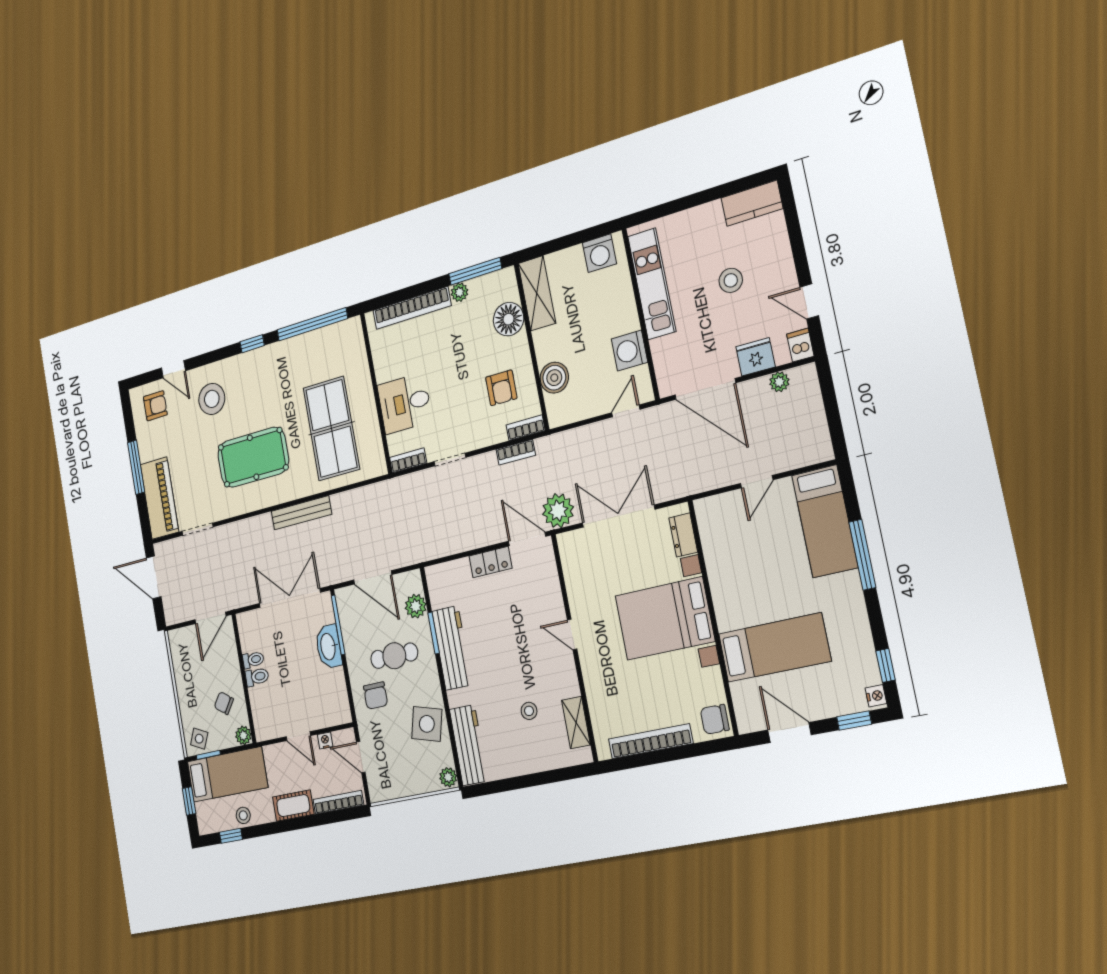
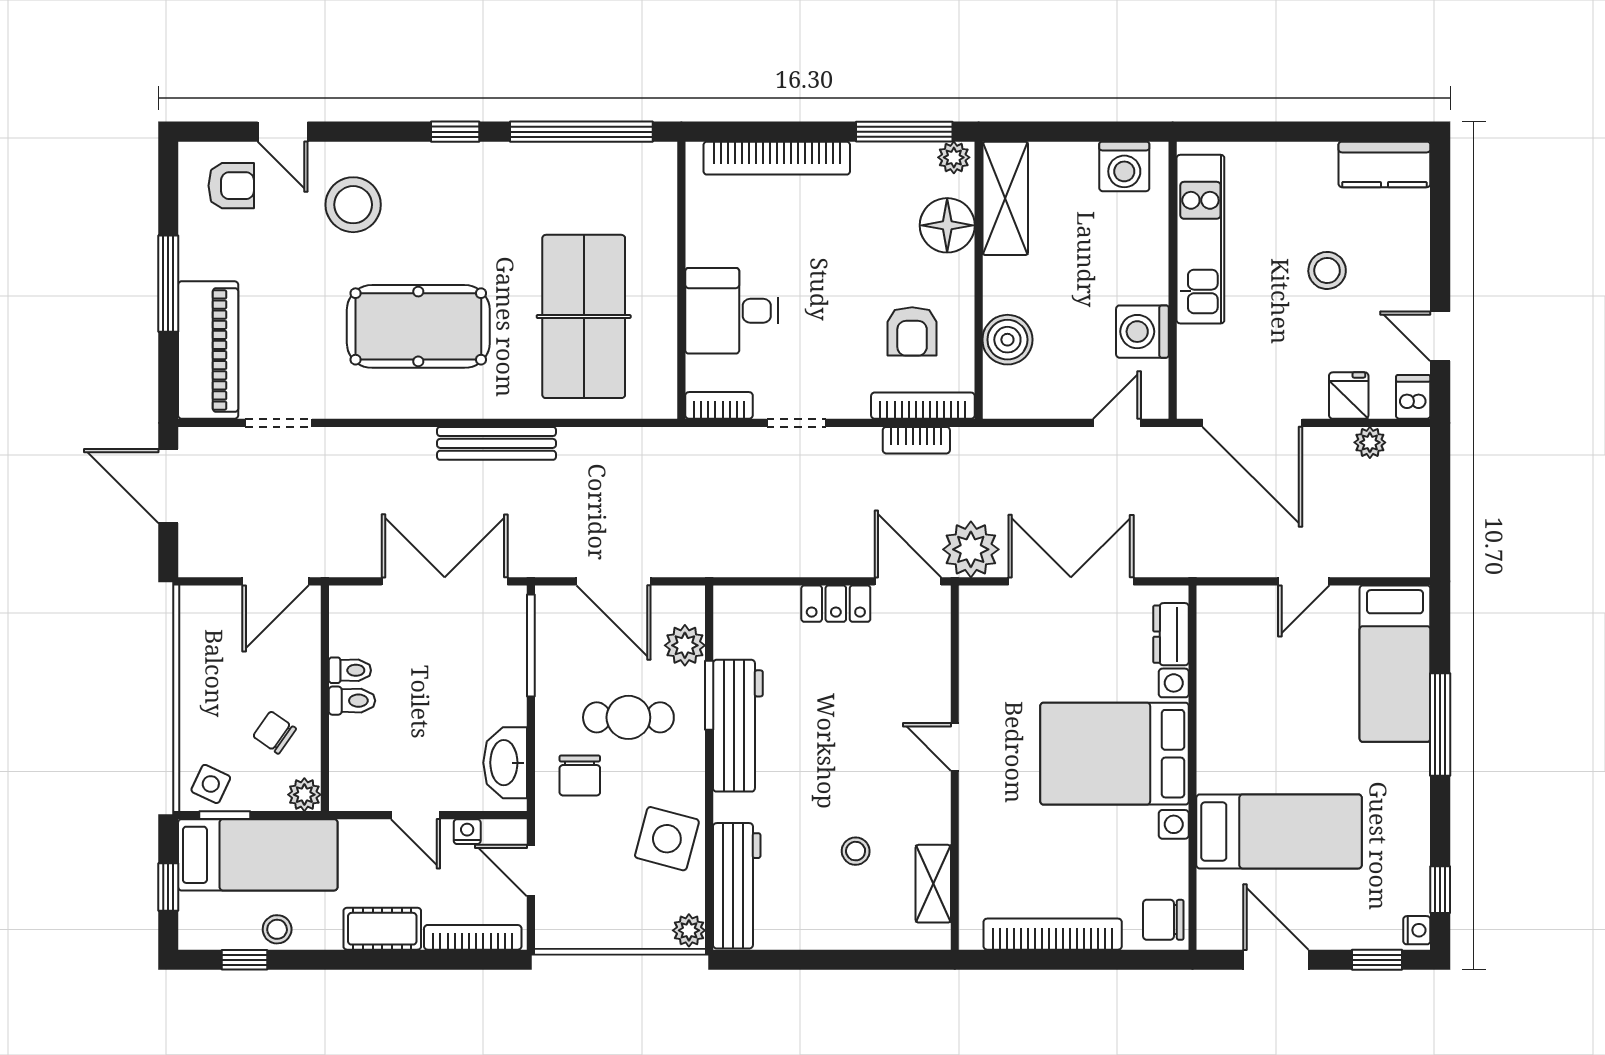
plant: (459, 292) -> (954, 157), moved
fridge: (755, 357) -> (1349, 396), width x0.72
bookcase: (526, 428) -> (923, 406), width x1.56
washbasin: (329, 647) -> (505, 763), moved

